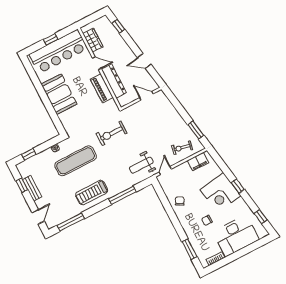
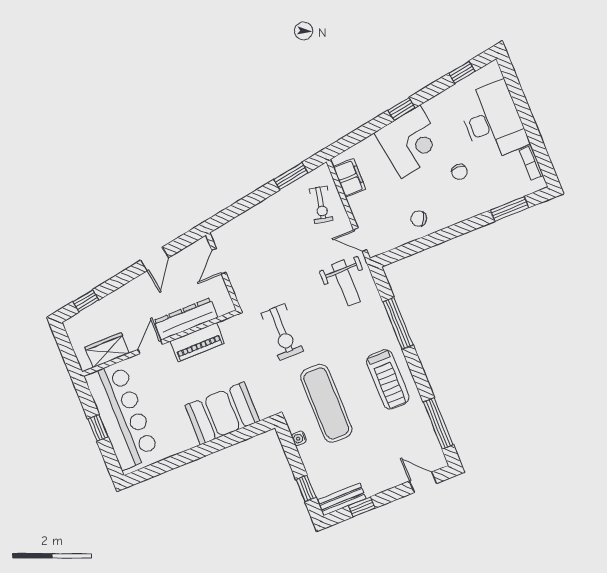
booth: (59, 94) -> (222, 413), moved
bench: (32, 188) -> (342, 499), moved

